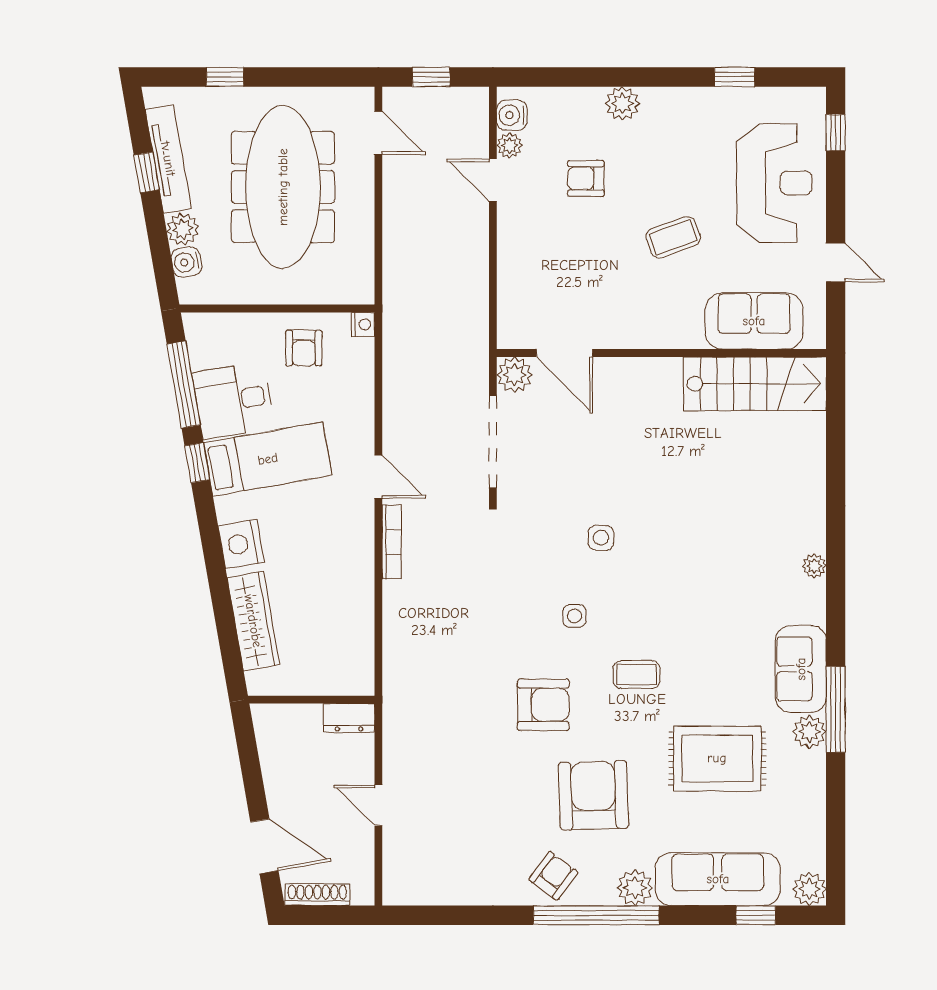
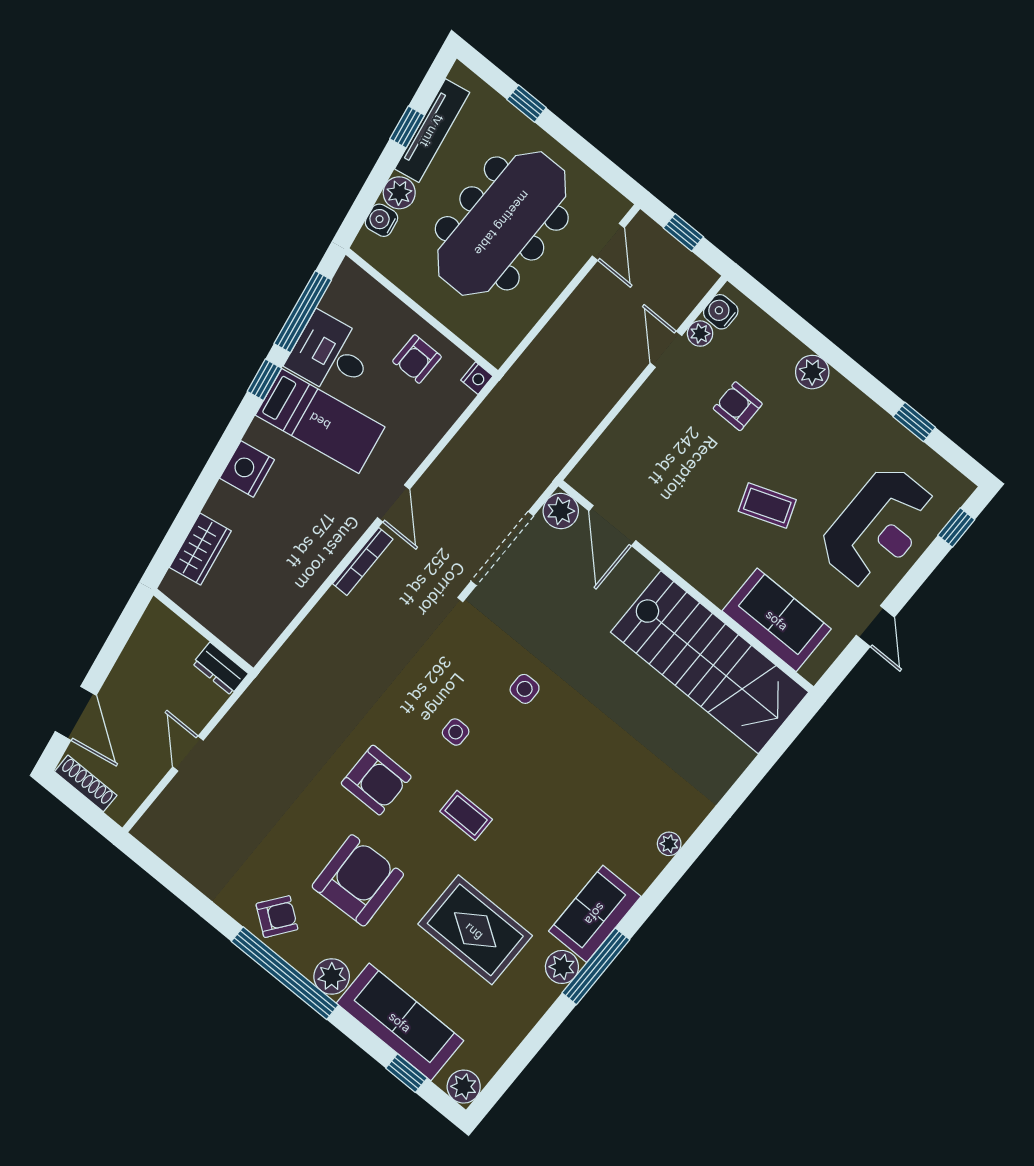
stairs: (755, 384) -> (710, 662), width x1.36, depth x1.51
wardrobe: (253, 621) -> (200, 549), width x0.67

